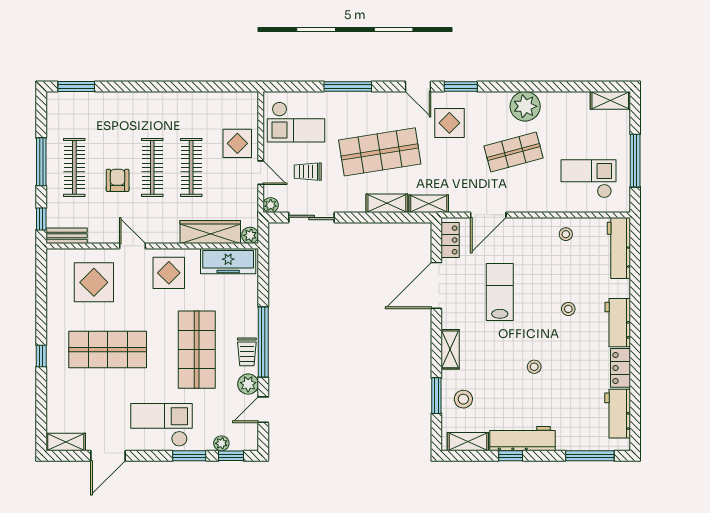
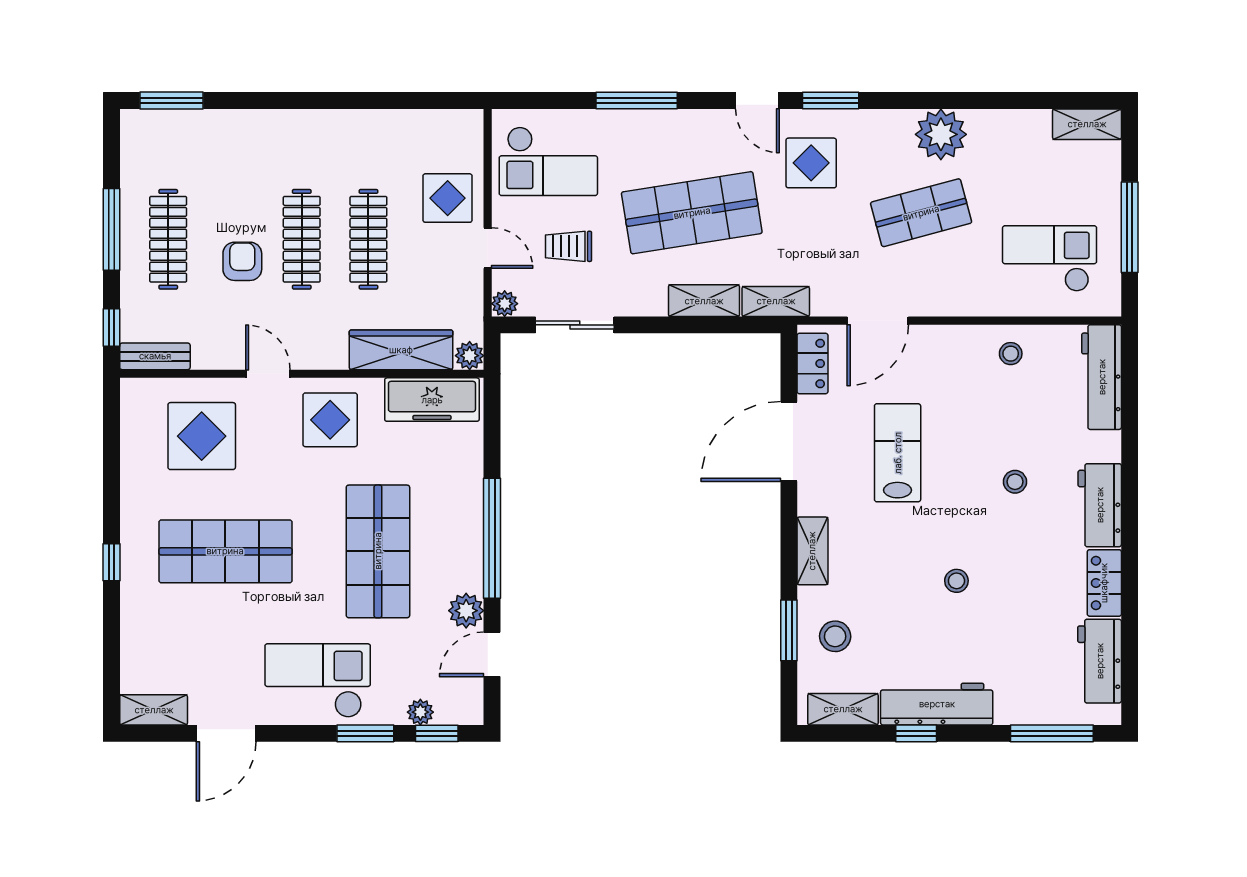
trolley: (247, 352) -> (464, 555), removed

